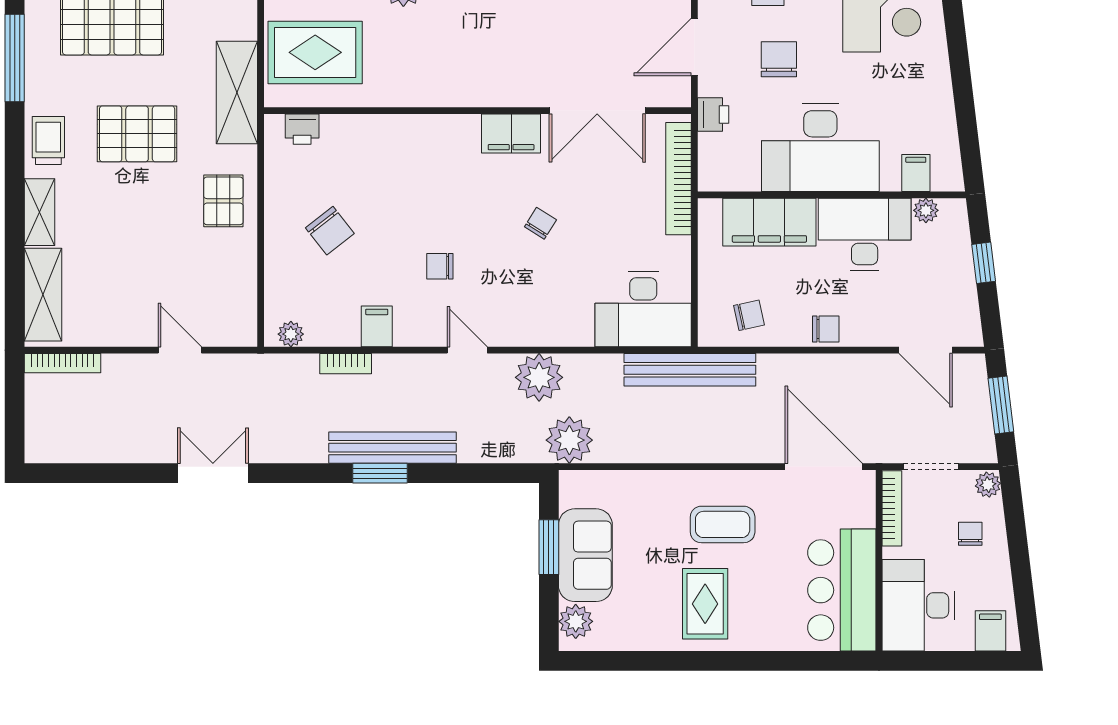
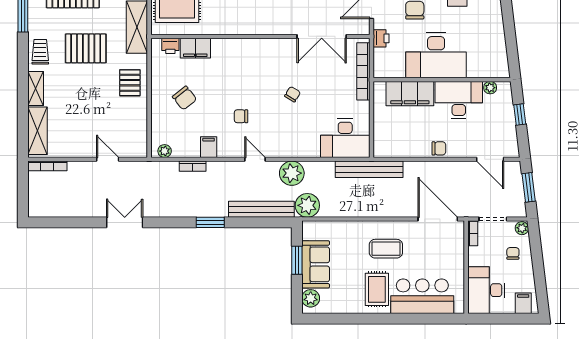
filing cabinet: (511, 133) -> (195, 48), moved
filing cabinet: (916, 173) -> (485, 68), removed
chair: (749, 315) -> (399, 141), removed
bench: (392, 448) -> (261, 209), moved
bookcase: (892, 508) -> (473, 233), width x0.64
bar counter: (842, 590) -> (422, 296), moved, turned 90

